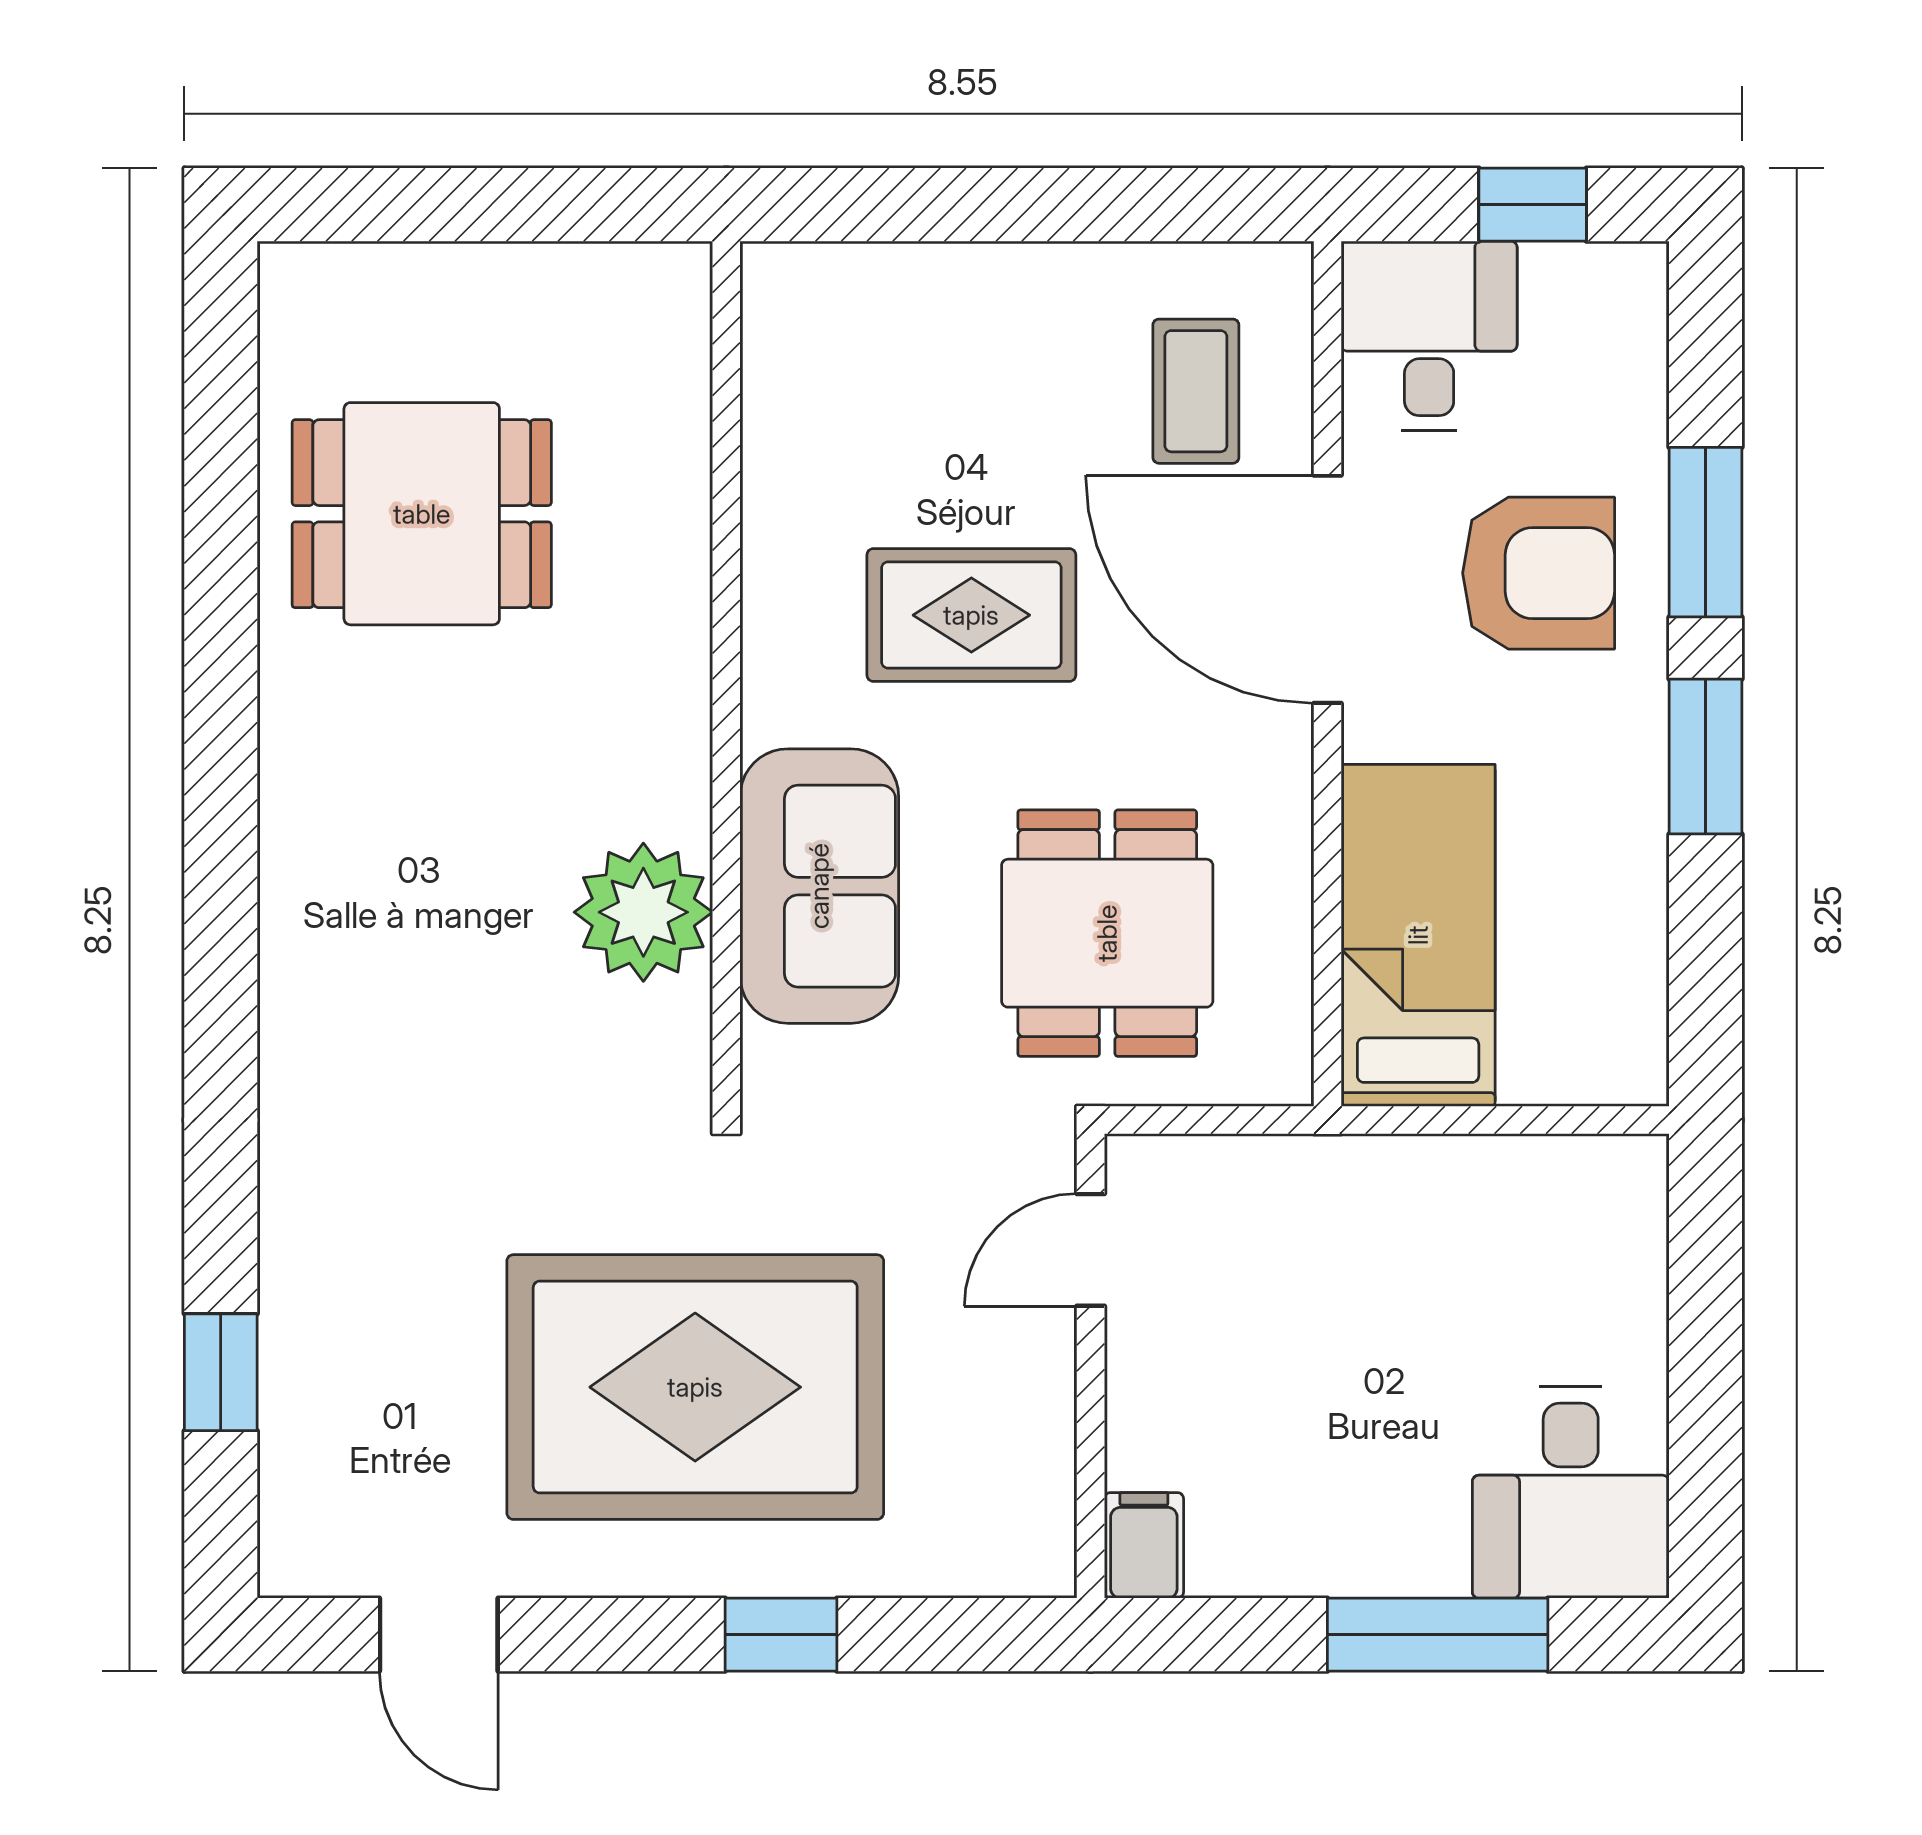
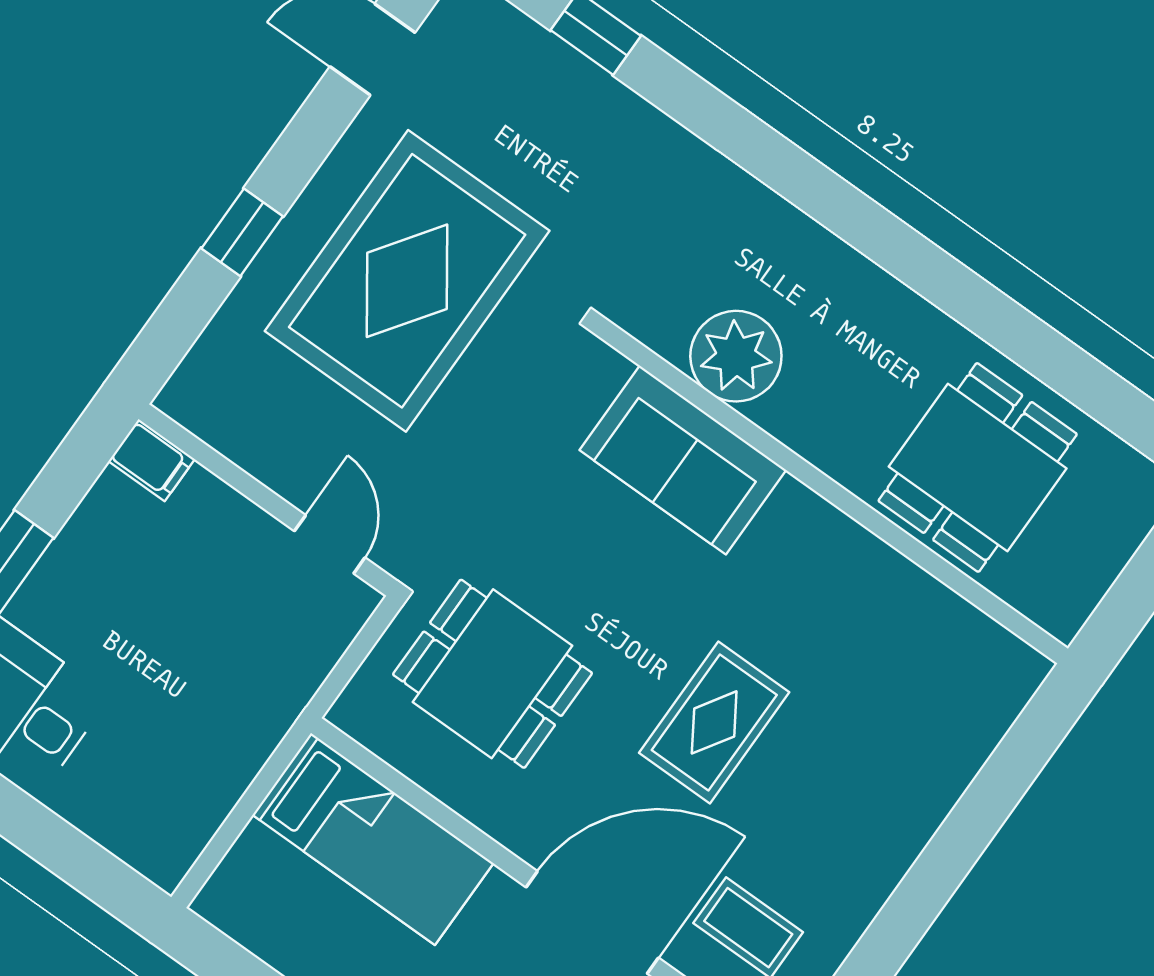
wall: (726, 674) -> (832, 491), moved
sofa: (819, 886) -> (683, 460), moved
plant: (643, 912) -> (736, 356), moved

